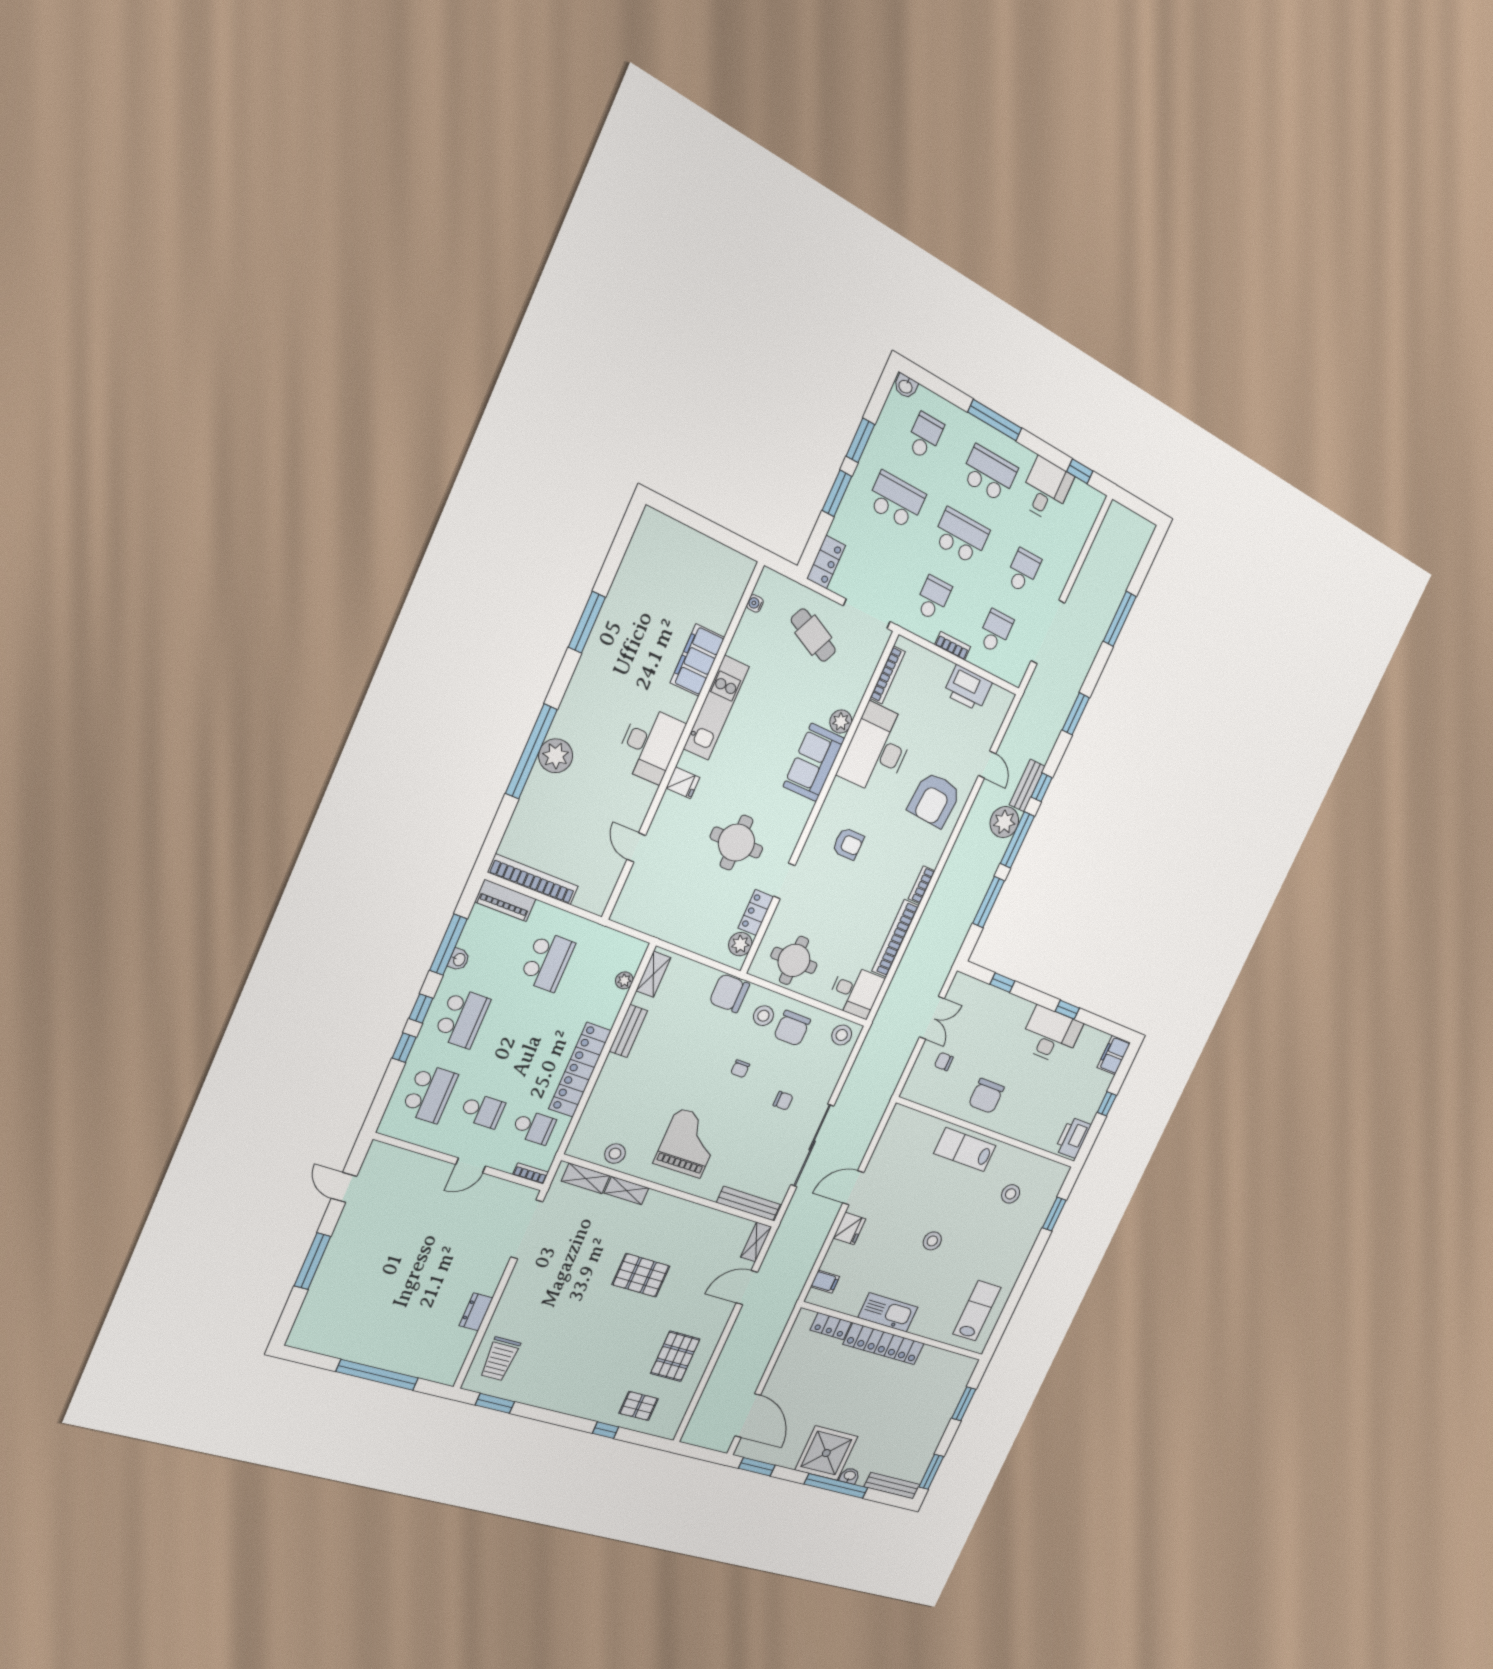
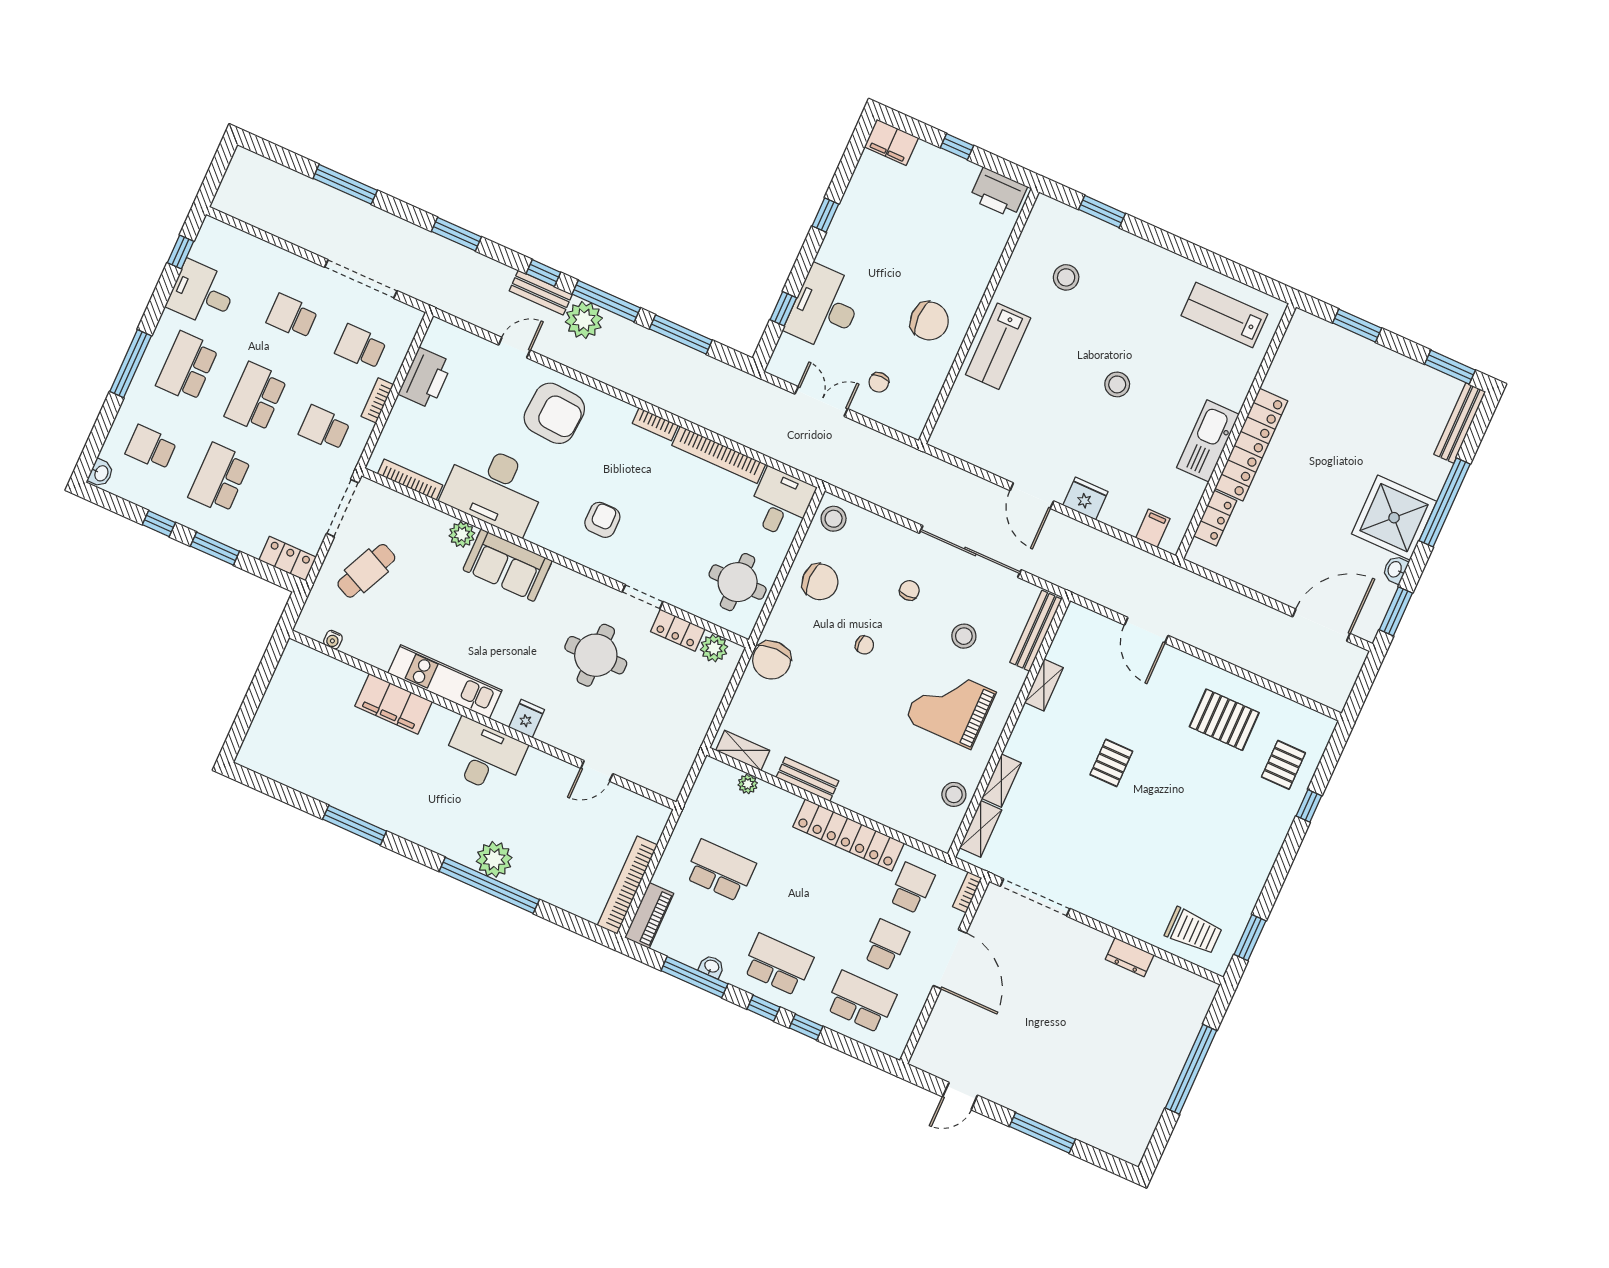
window: (860, 440) -> (159, 524), width x0.67
stool: (763, 1016) -> (964, 636), moved
desk: (1051, 1035) -> (825, 308), moved
door: (471, 1165) -> (950, 959), width x1.87
shelving: (756, 1242) -> (1044, 685), moved, turned 90
pallet: (641, 1275) -> (1111, 763), width x0.67, depth x0.71
washbasin: (850, 1476) -> (1395, 570), moved

